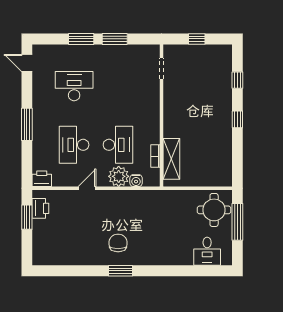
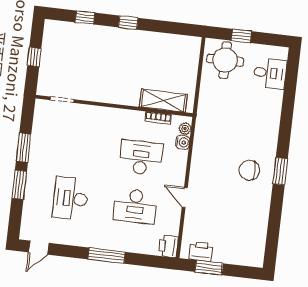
plant: (119, 176) -> (185, 129), moved, width x0.53, depth x0.53
window: (237, 222) -> (241, 36), width x0.46

